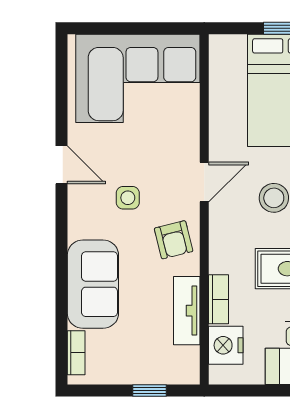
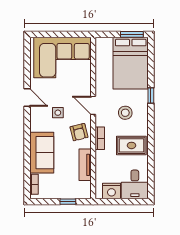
door: (204, 182) -> (93, 105), swing flipped
bookcase: (219, 299) -> (100, 138), moved
nightstand: (226, 345) -> (111, 191), moved, turned -90

